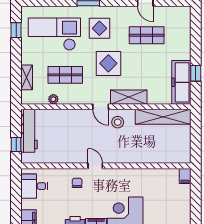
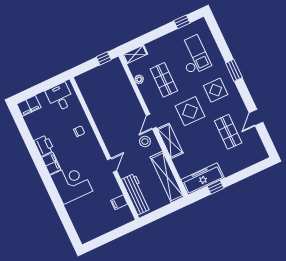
checkout: (54, 34) -> (193, 55), width x0.73, depth x0.83
shelving: (27, 77) -> (135, 54), moved
workbench: (29, 131) -> (136, 194), moved, turned -90
window: (16, 145) -> (104, 58), moved
door: (95, 166) -> (112, 165), moved
filing cabinet: (185, 176) -> (119, 202), moved

